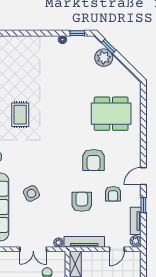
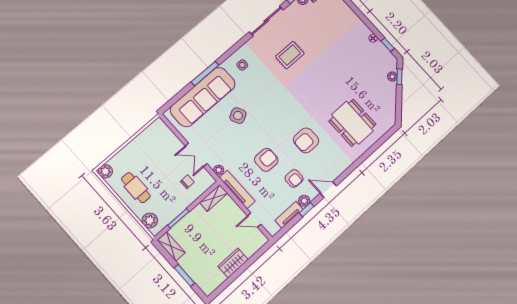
plant: (104, 58) -> (392, 77), width x0.53, depth x0.53
armchair: (113, 194) -> (294, 178), turned -90
plant: (136, 241) -> (304, 201), moved

